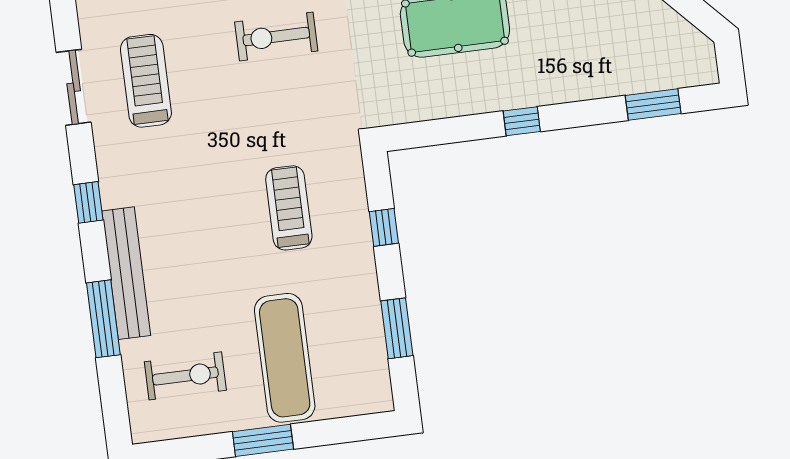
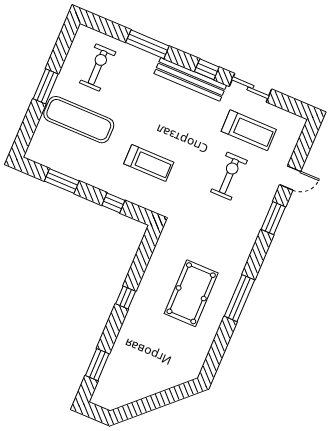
exercise bike: (276, 36) -> (229, 176), moved
sliding door: (74, 87) -> (250, 88), moved
bench: (126, 273) -> (190, 79), moved
exercise bike: (185, 376) -> (98, 67), turned 180

